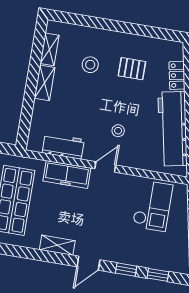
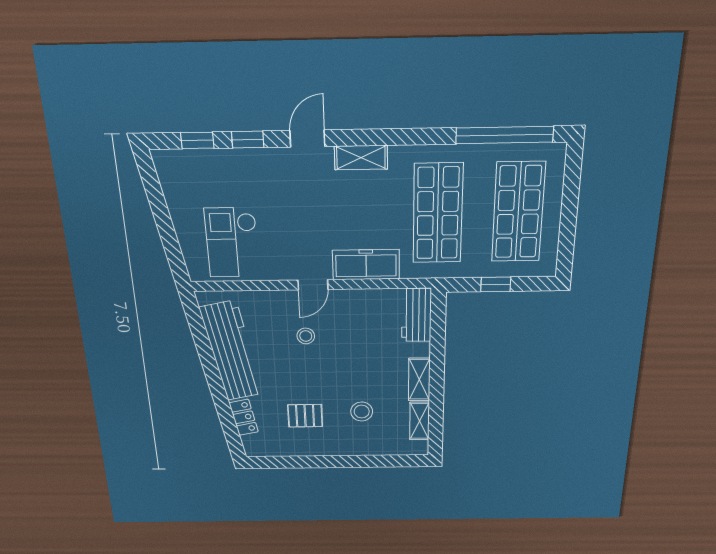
workbench: (63, 146) -> (416, 315), moved, turned 90

